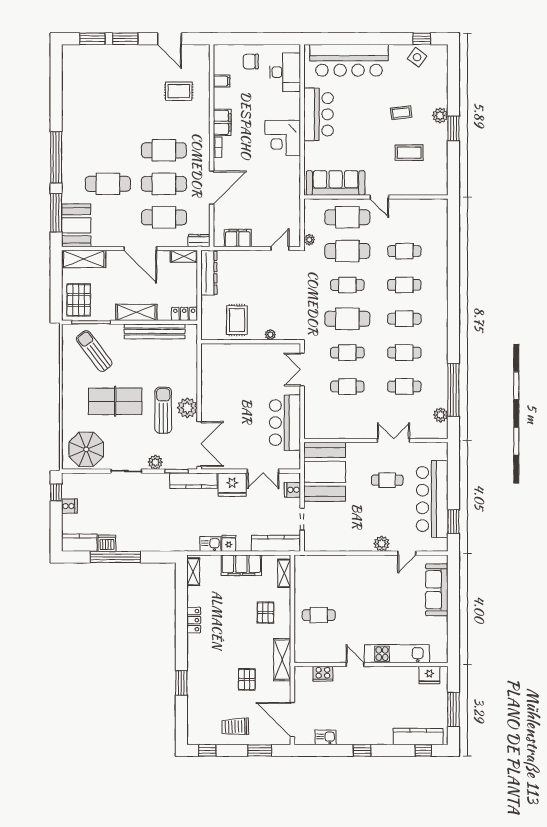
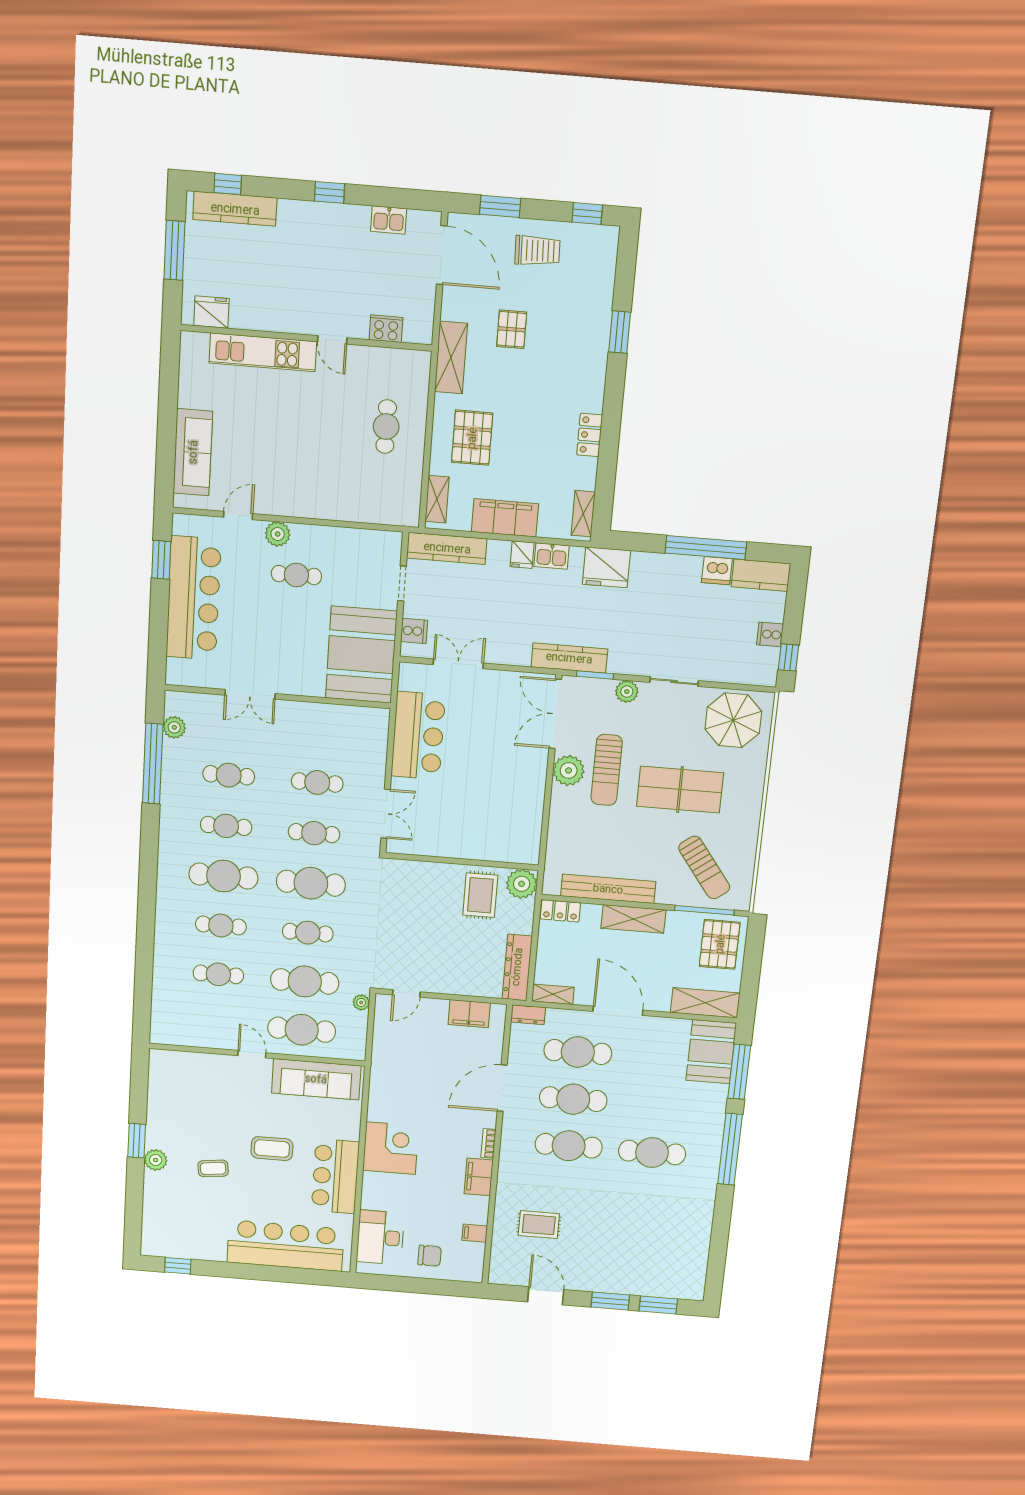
side table: (417, 57) -> (186, 1242), removed
coffee table: (409, 153) -> (272, 1149), moved
cafe table: (108, 184) -> (652, 1153), moved
cafe table: (404, 319) -> (223, 876), width x1.37, depth x1.35
plant: (270, 335) -> (522, 884), moved, width x1.88, depth x1.88
cafe table: (387, 480) -> (296, 575), moved
fridge: (232, 485) -> (607, 567), moved, turned 180
pallet: (265, 613) -> (472, 438), width x1.50, depth x1.42
cafe table: (319, 615) -> (386, 427), turned 90

